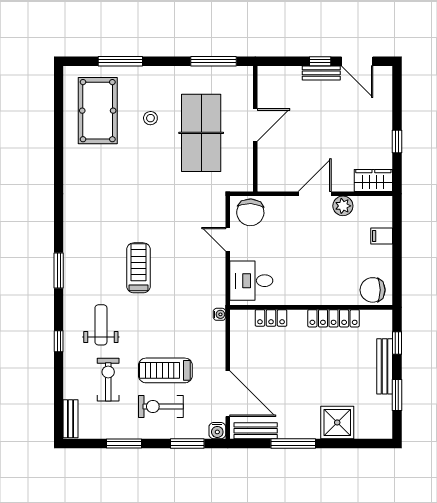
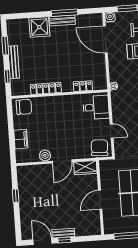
wardrobe: (373, 180) -> (85, 168), moved
filing cabinet: (382, 236) -> (21, 139), width x2.00
bench: (256, 431) -> (62, 20), moved

